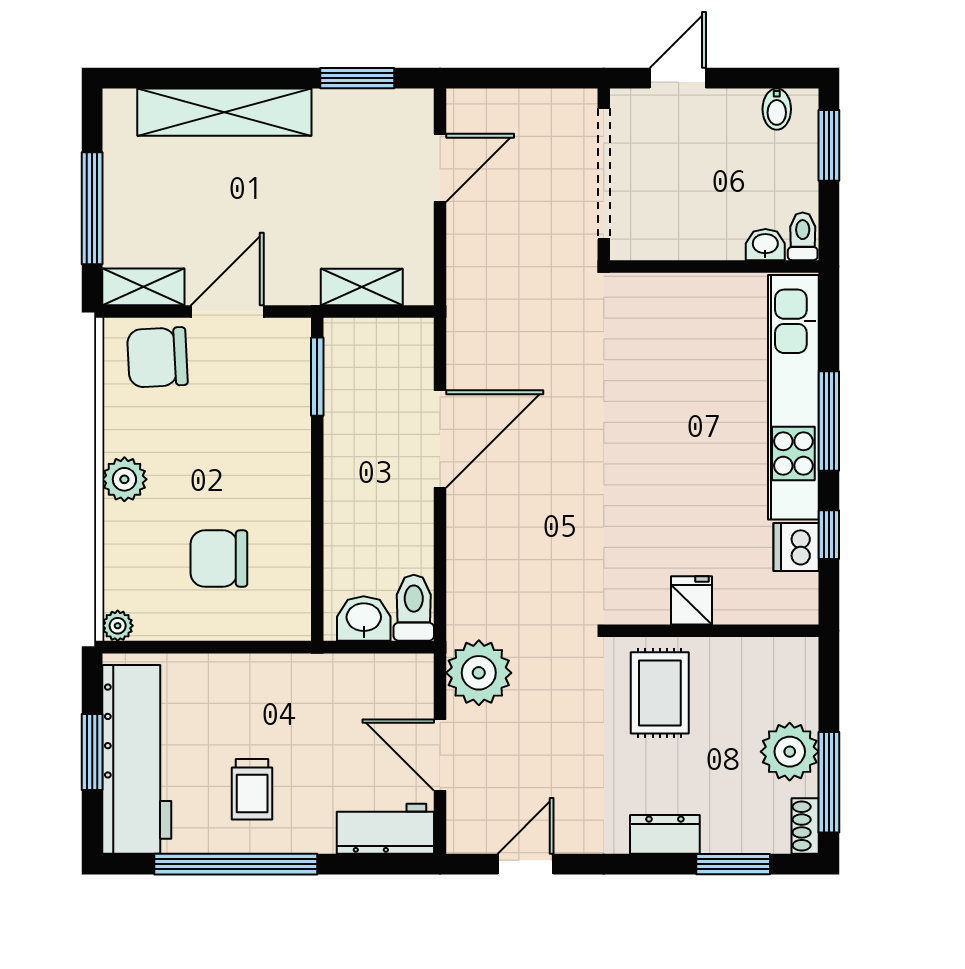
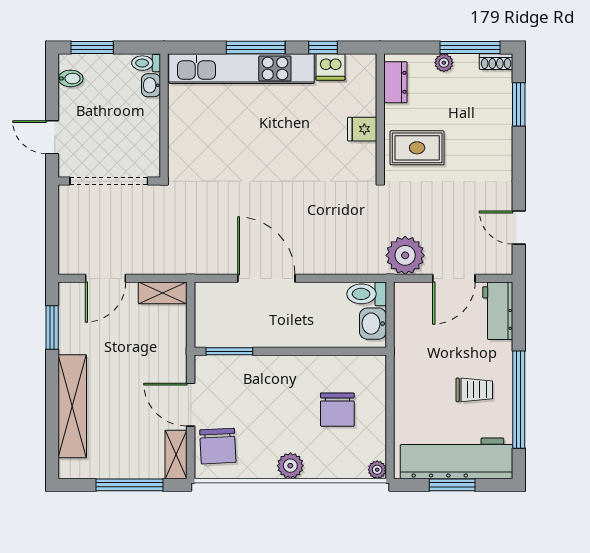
door: (440, 168) -> (105, 278), swing flipped
shelving: (362, 287) -> (163, 293), moved, turned 90
plant: (790, 752) -> (444, 63), width x0.53, depth x0.53
dresser: (665, 834) -> (395, 82), moved, turned 180

